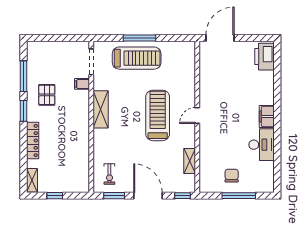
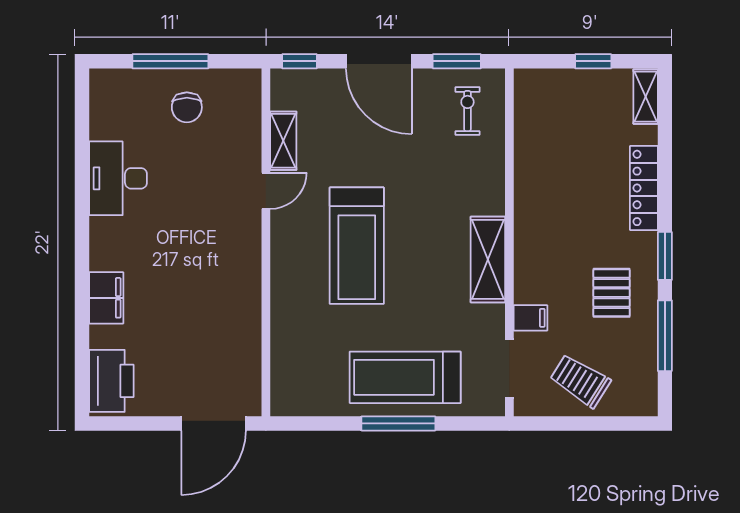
trolley: (60, 57) -> (580, 381), added
door: (197, 115) -> (266, 191), moved
filing cabinet: (267, 116) -> (106, 298), moved

